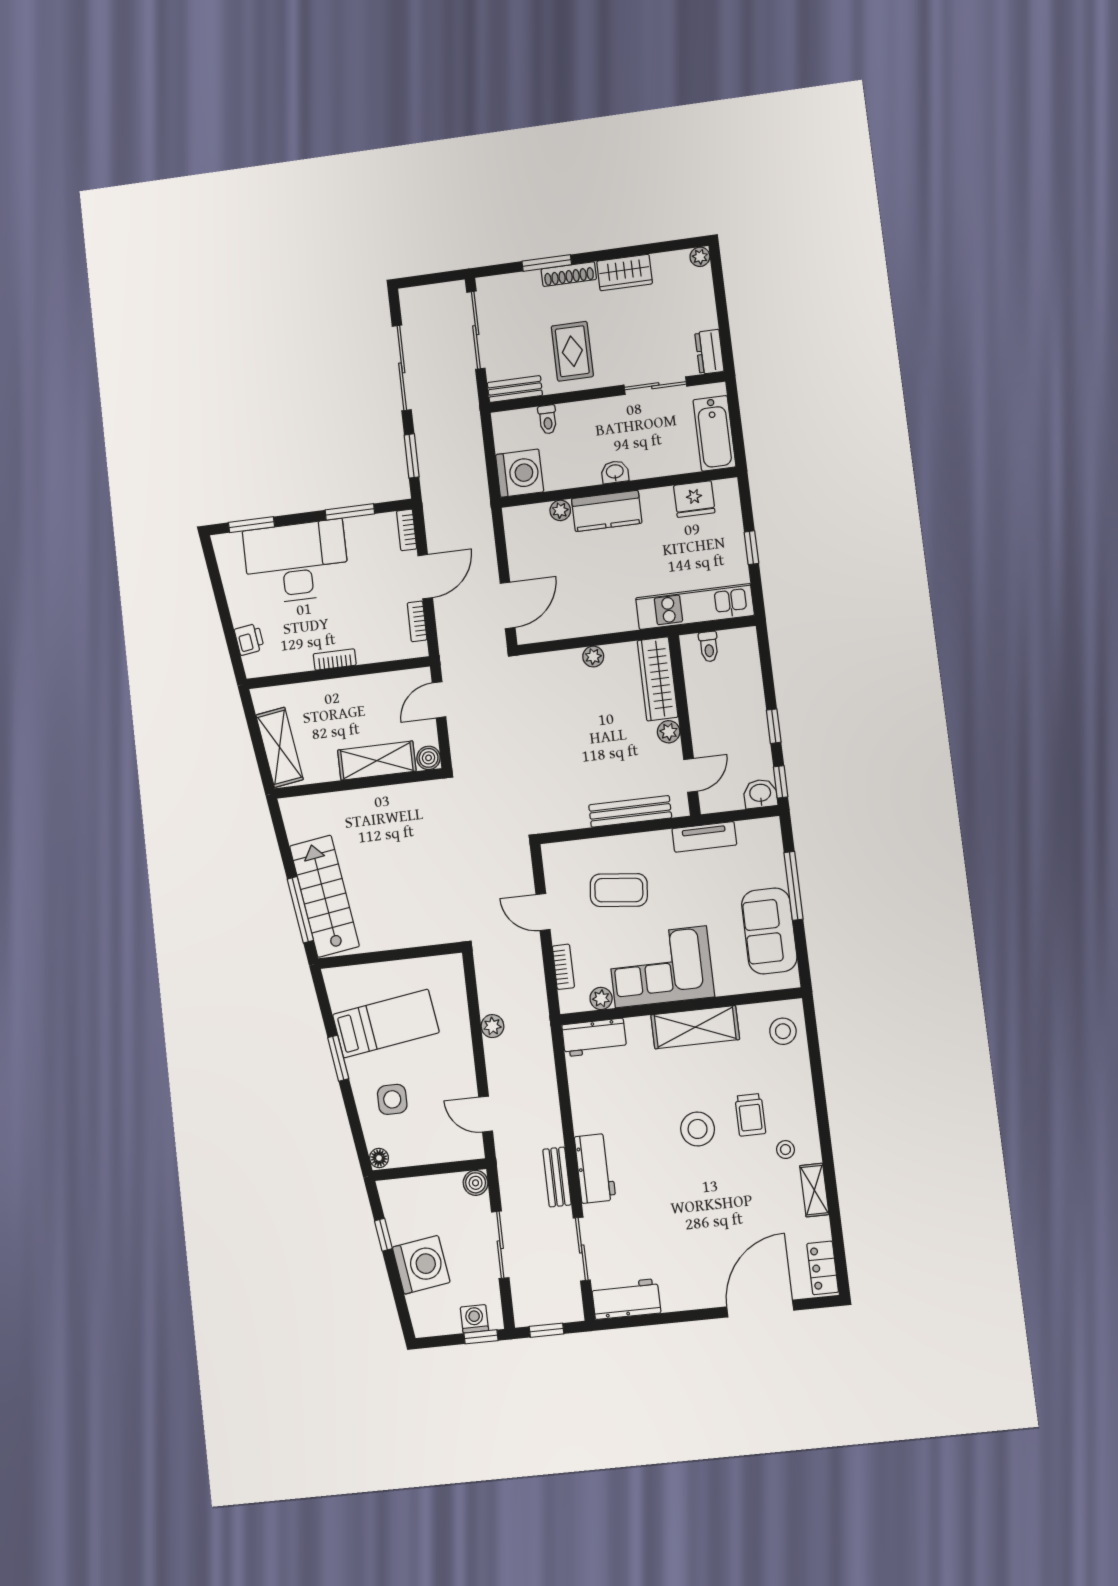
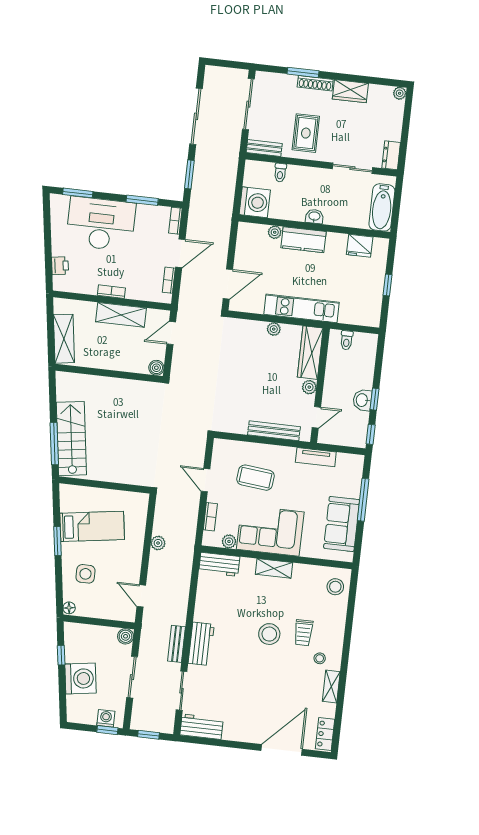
kitchen unit: (695, 607) -> (301, 308), moved
shelving: (377, 761) -> (121, 315), moved
washbasin: (760, 794) -> (362, 400), moved, turned -90
shelving: (695, 1027) -> (274, 568), width x0.67, depth x0.75

